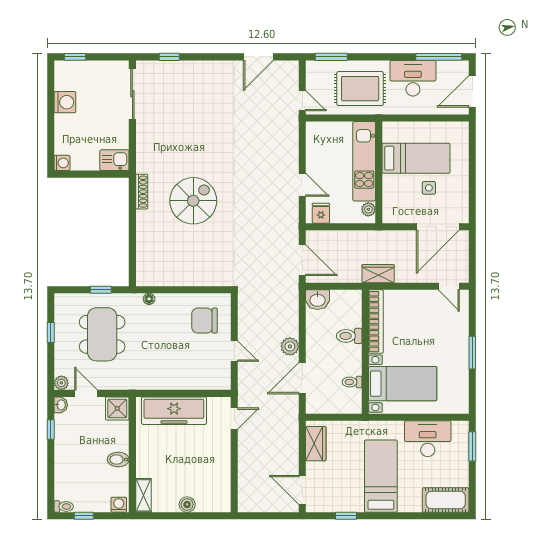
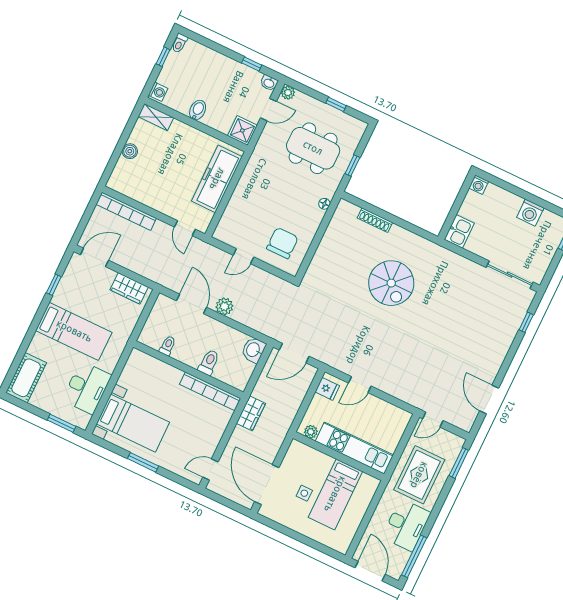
shoe rack: (142, 192) -> (375, 220), moved
bed with nightstands: (403, 384) -> (133, 423), moved, turned -90
bookcase: (245, 481) -> (126, 211), added

